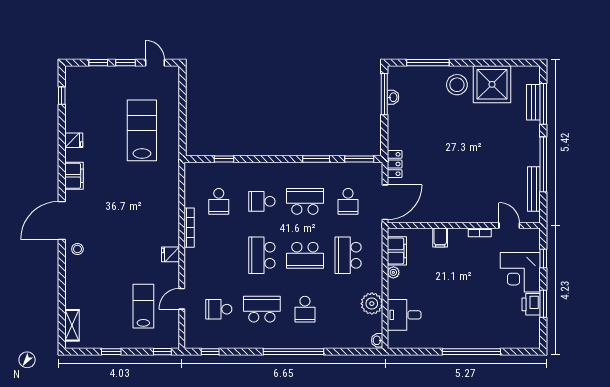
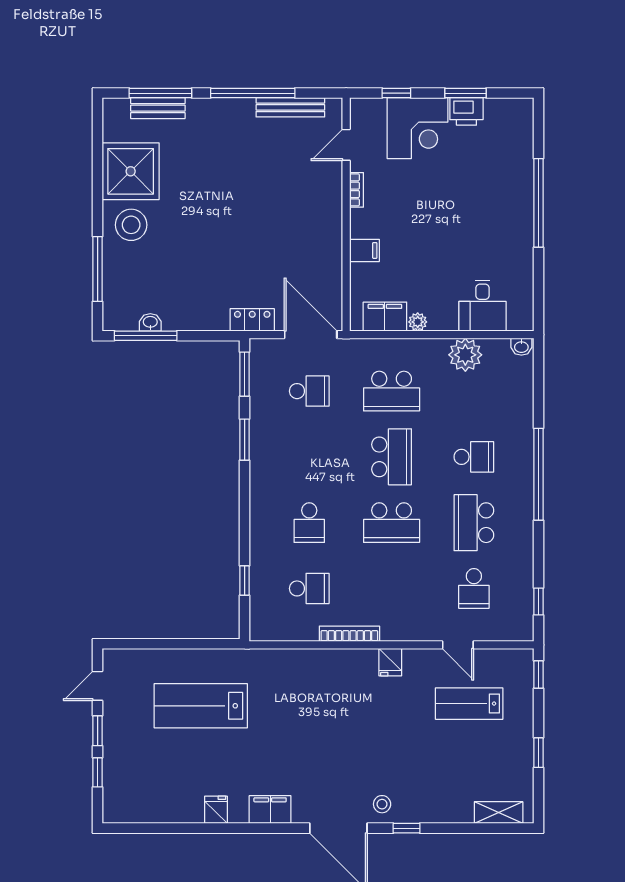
window: (62, 96) -> (407, 828), moved
school desk: (305, 201) -> (309, 457), removed

